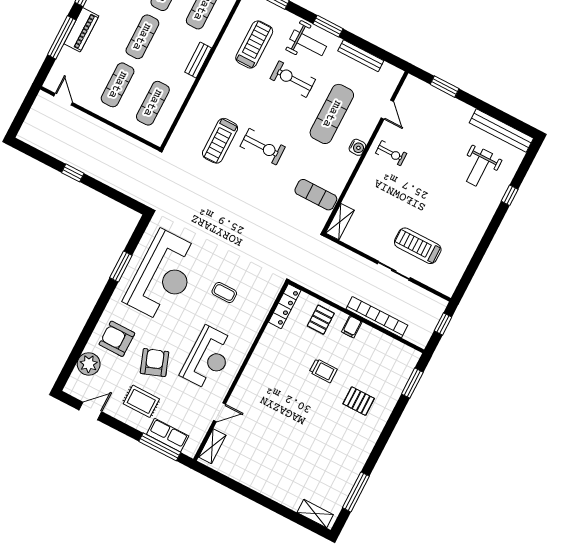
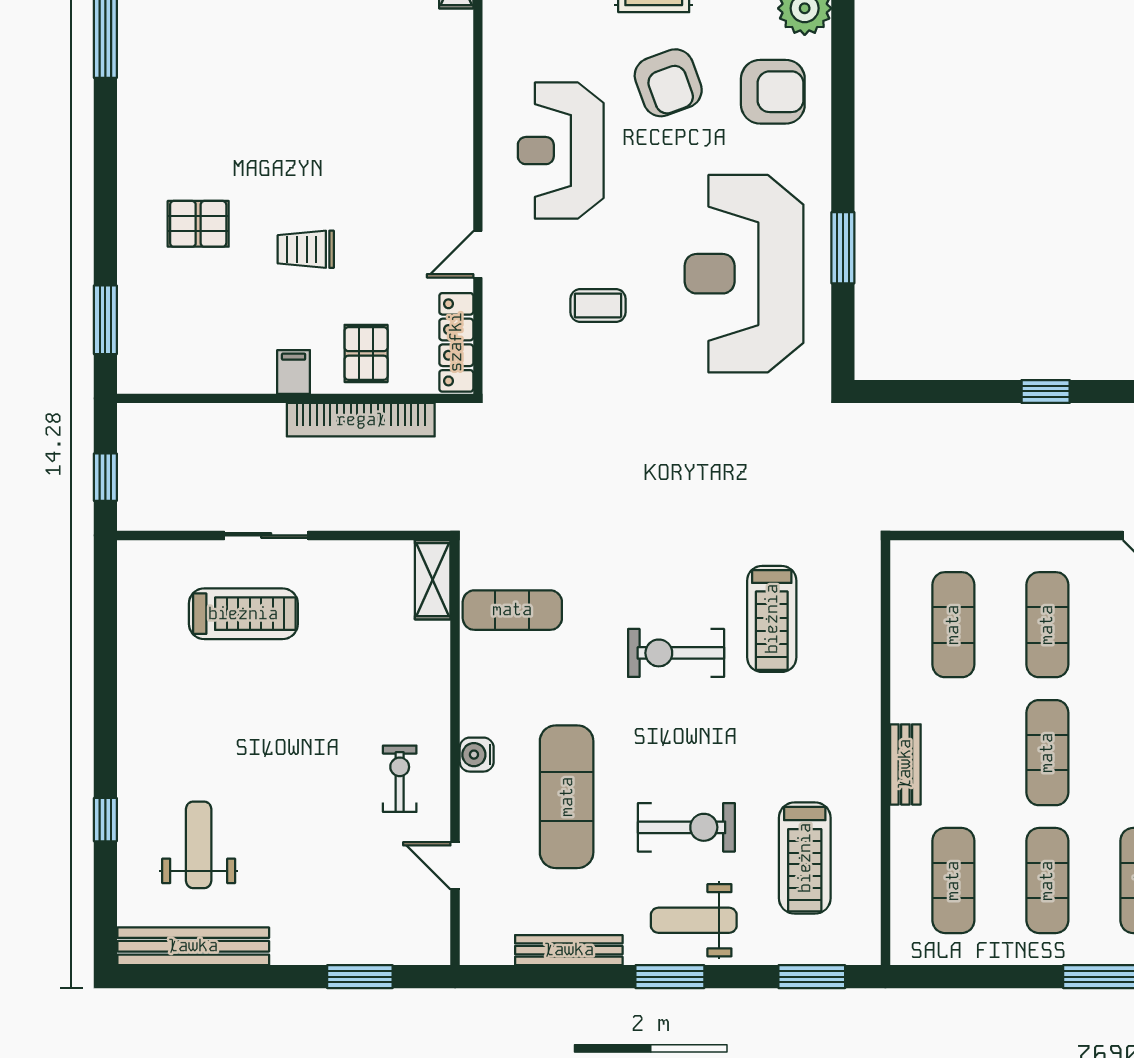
treadmill: (220, 141) -> (772, 619), turned 180
exercise bike: (391, 153) -> (400, 779), turned 90
bookcase: (377, 317) -> (361, 420), moved
door: (219, 412) -> (478, 254), moved

